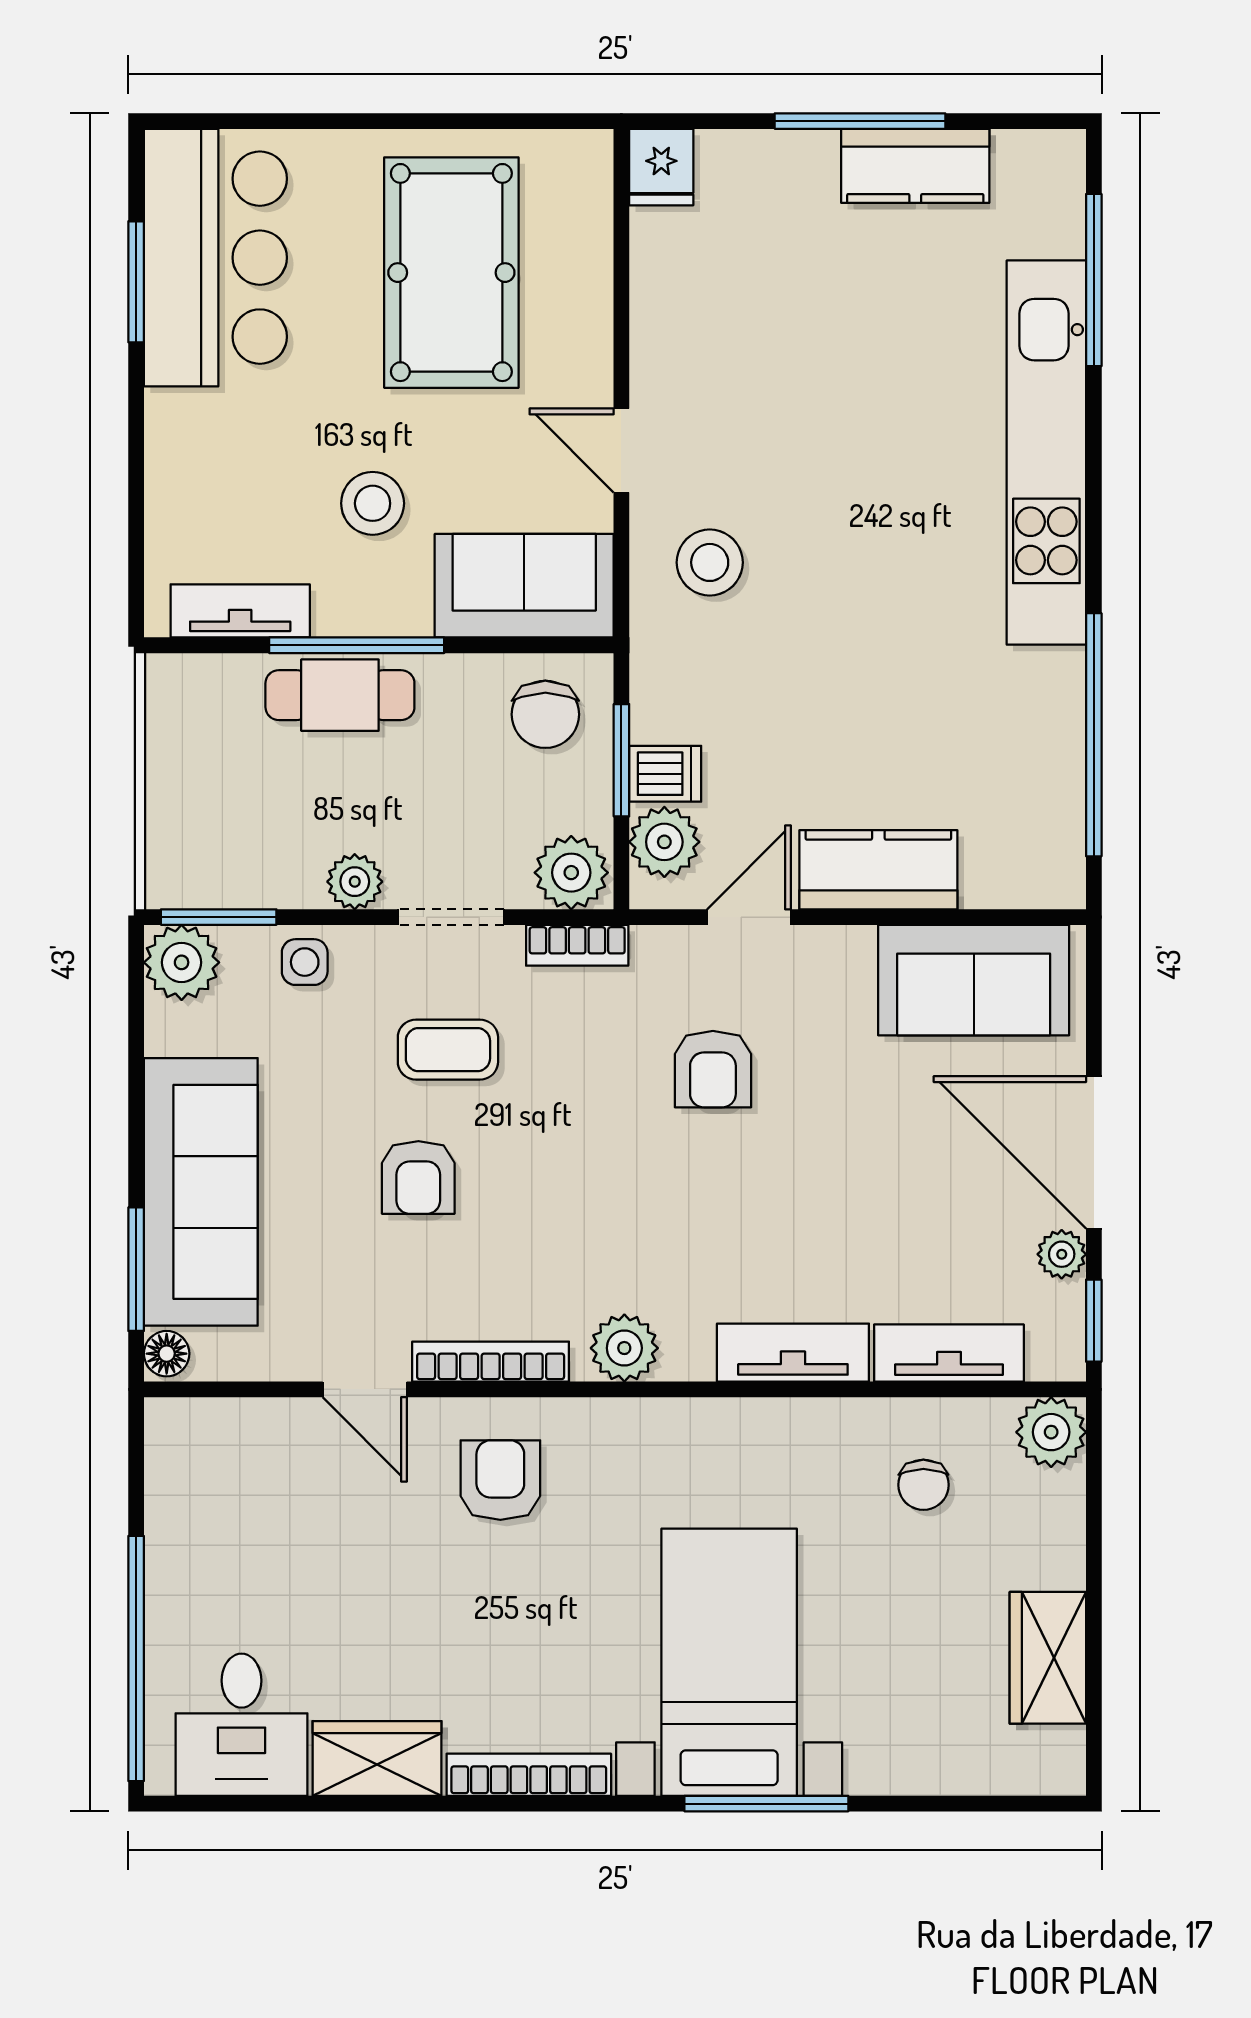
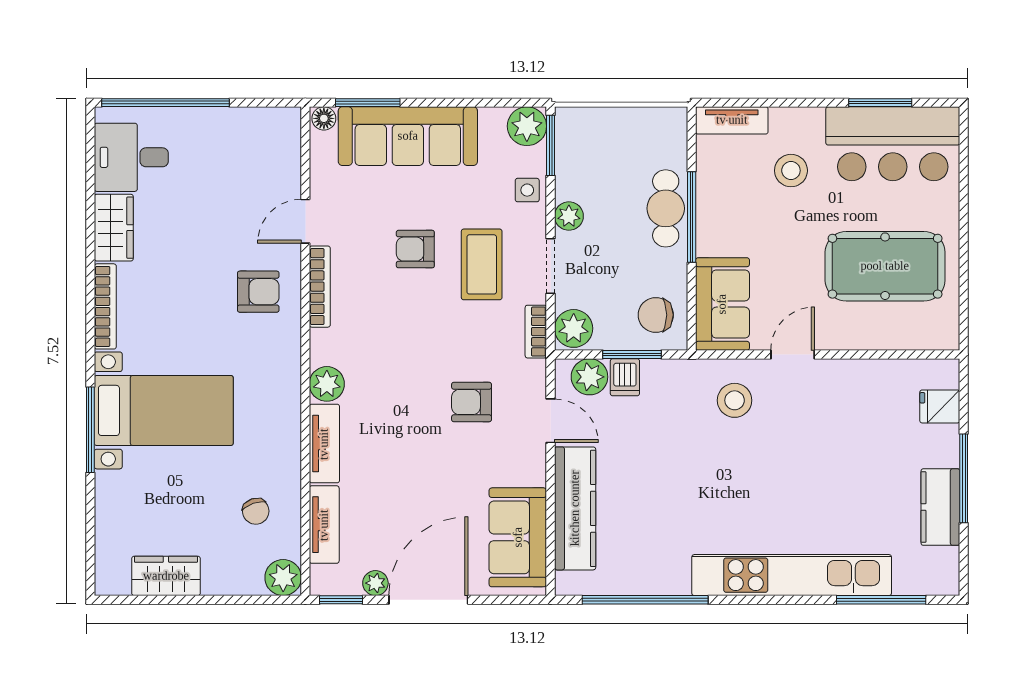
fridge: (661, 167) -> (940, 406), moved
stool: (373, 503) -> (791, 171), moved
tv unit: (240, 611) -> (732, 120), moved, turned 90
kitchen counter: (878, 870) -> (575, 508), width x1.50
coffee table: (448, 1050) -> (482, 264), width x1.36, depth x1.30
plant: (624, 1348) -> (327, 384), moved
chair: (923, 1485) -> (256, 511), turned -109

